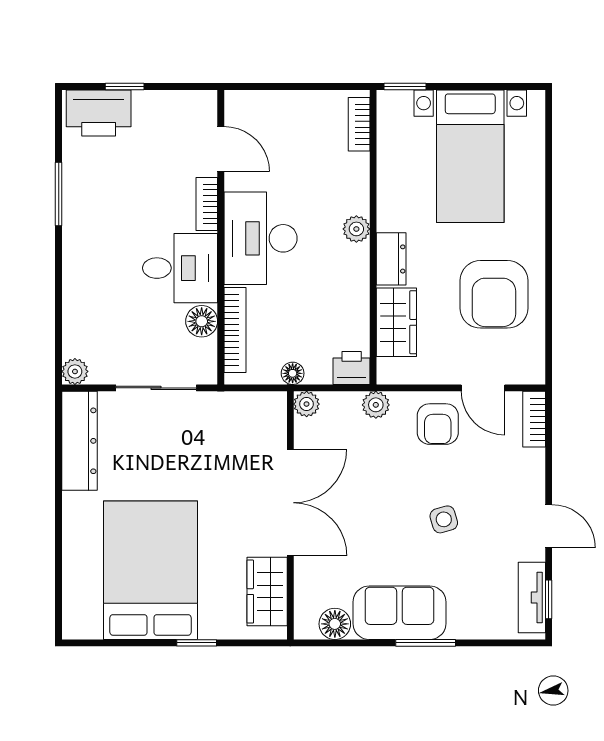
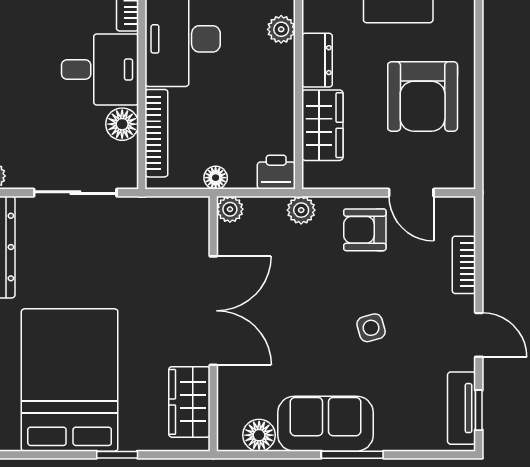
bookcase: (534, 419) -> (464, 265), moved
armchair: (438, 424) -> (365, 230), turned 90

